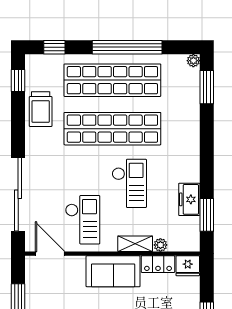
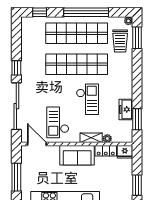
window: (18, 80) -> (16, 68), moved
trolley: (41, 109) -> (120, 41), moved
checkout: (83, 220) -> (58, 122), turned 180

